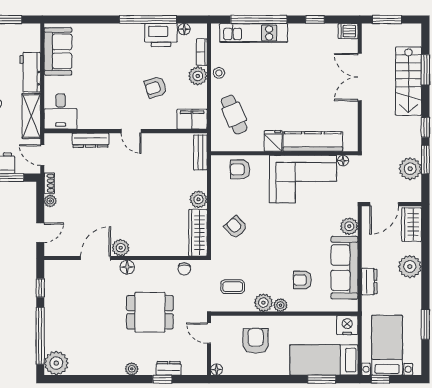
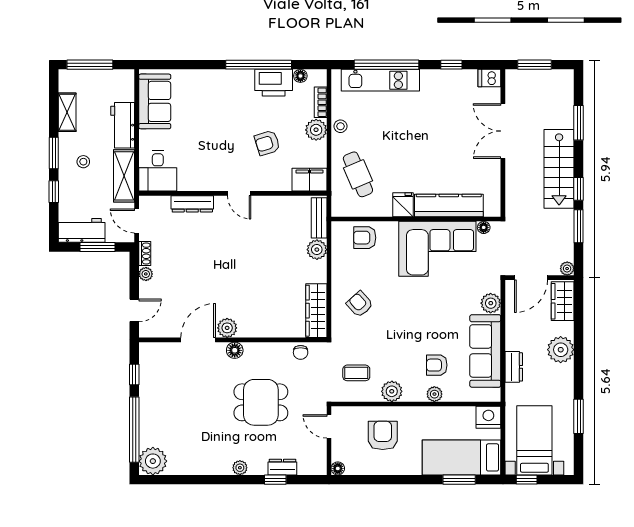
stairs: (408, 81) -> (559, 169), moved
plant: (410, 169) -> (567, 269), moved, width x0.53, depth x0.53
plant: (198, 199) -> (317, 250), moved
plant: (280, 305) -> (434, 394), moved

